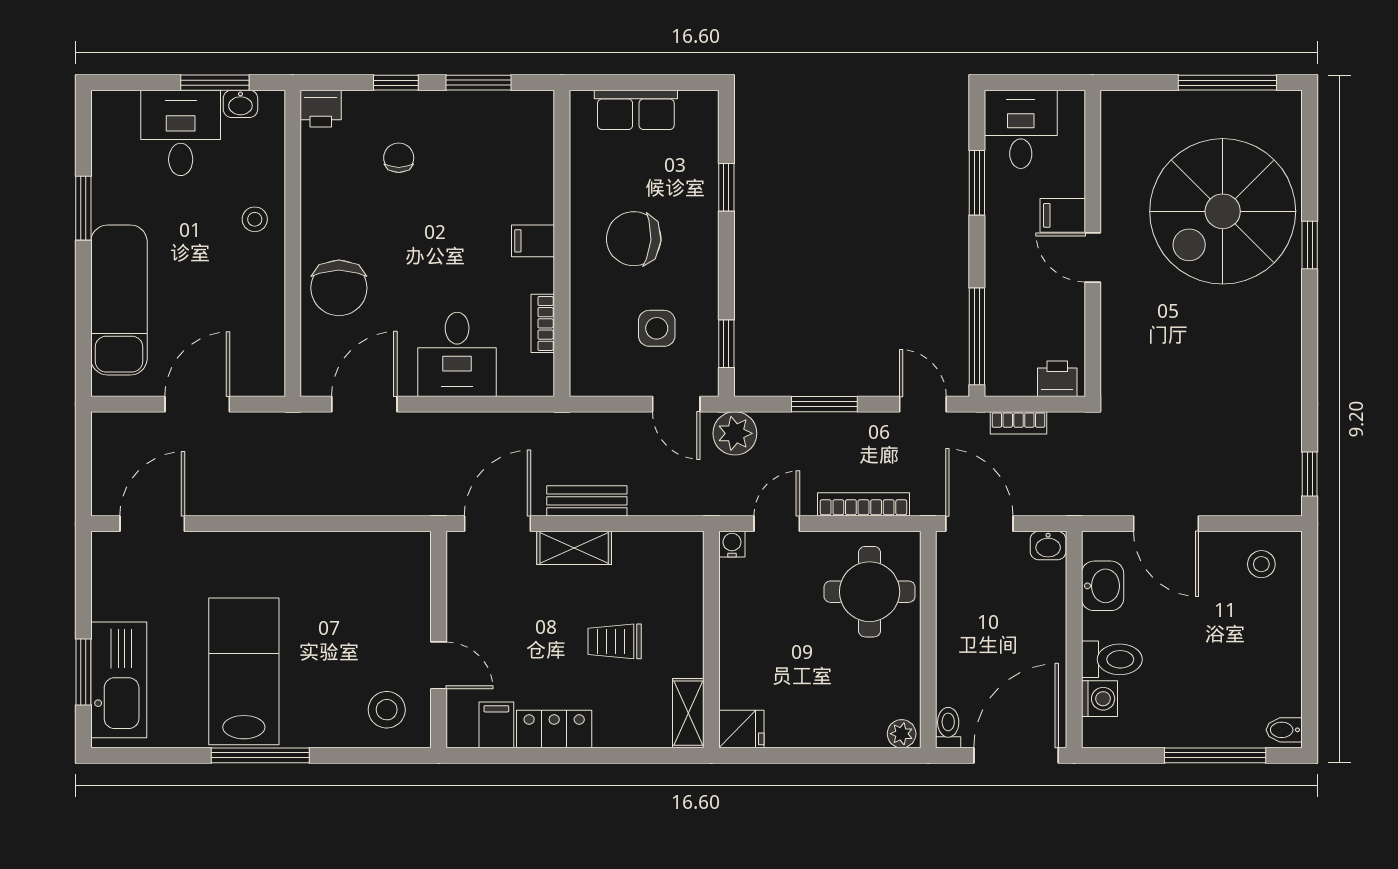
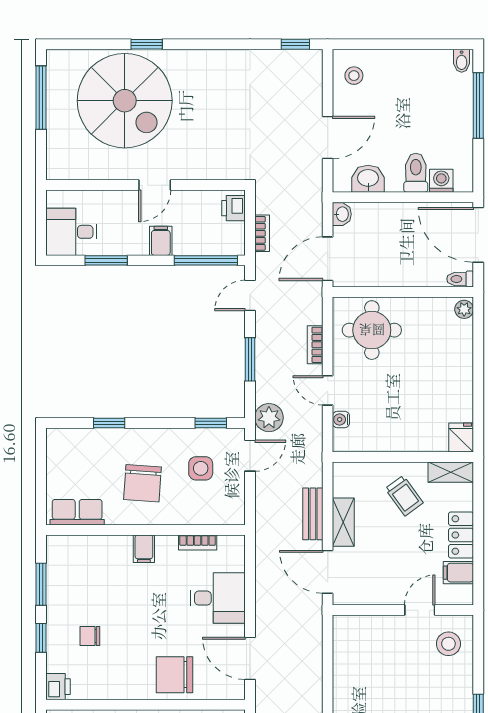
row of seats: (636, 110) -> (77, 512), moved, turned -90
filing cabinet: (1063, 215) -> (161, 241), moved, turned 180
chair: (339, 288) -> (174, 675), turned 180
bookcase: (863, 504) -> (315, 345), width x0.64
wall: (711, 640) -> (403, 457), moved
trolley: (615, 641) -> (404, 496), turned -36
shelving: (688, 713) -> (451, 472), moved
fridge: (741, 729) -> (461, 438), moved

